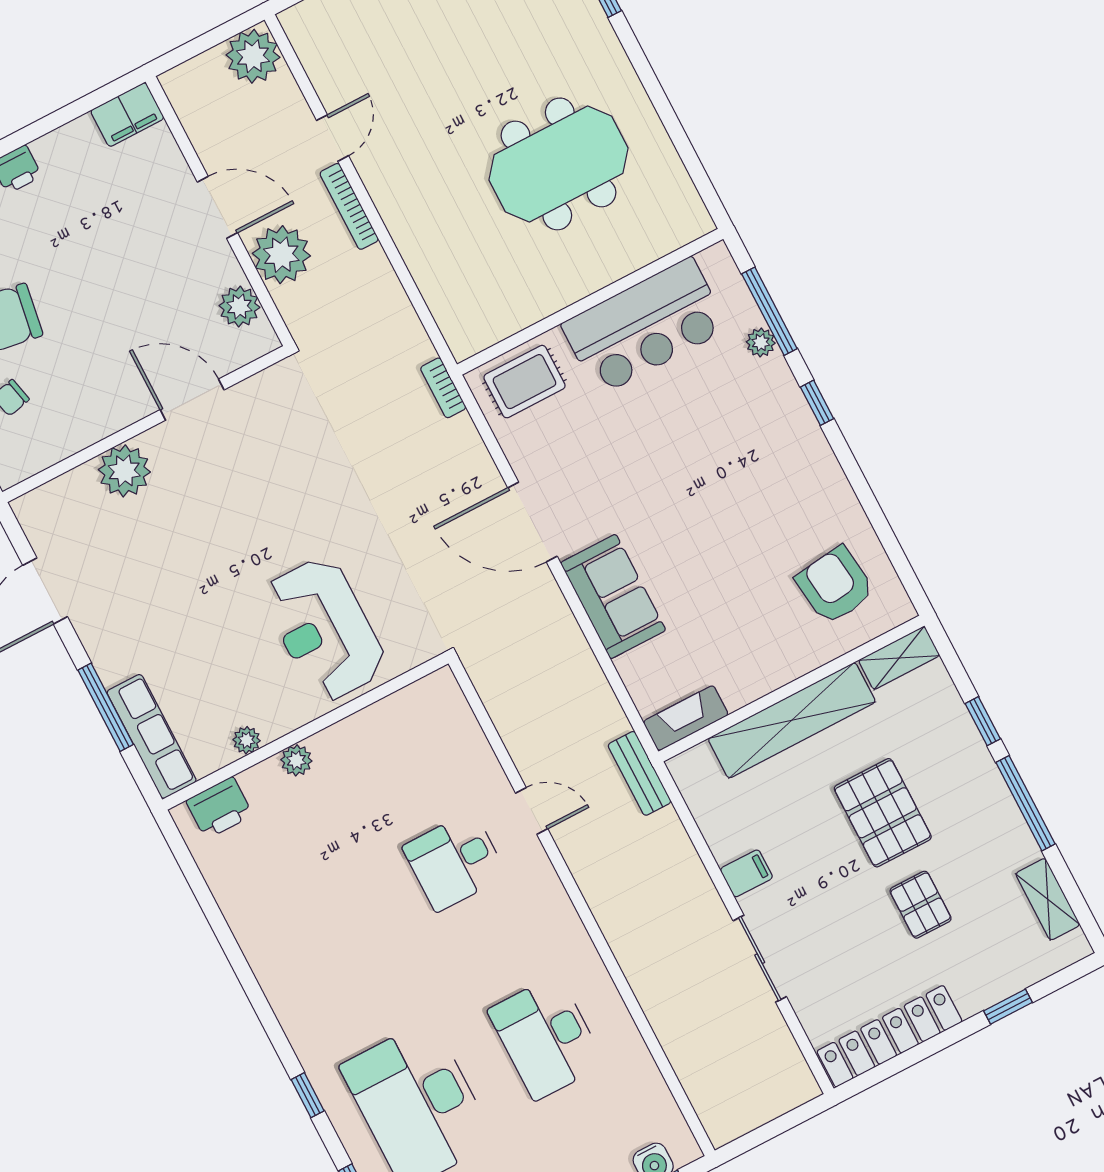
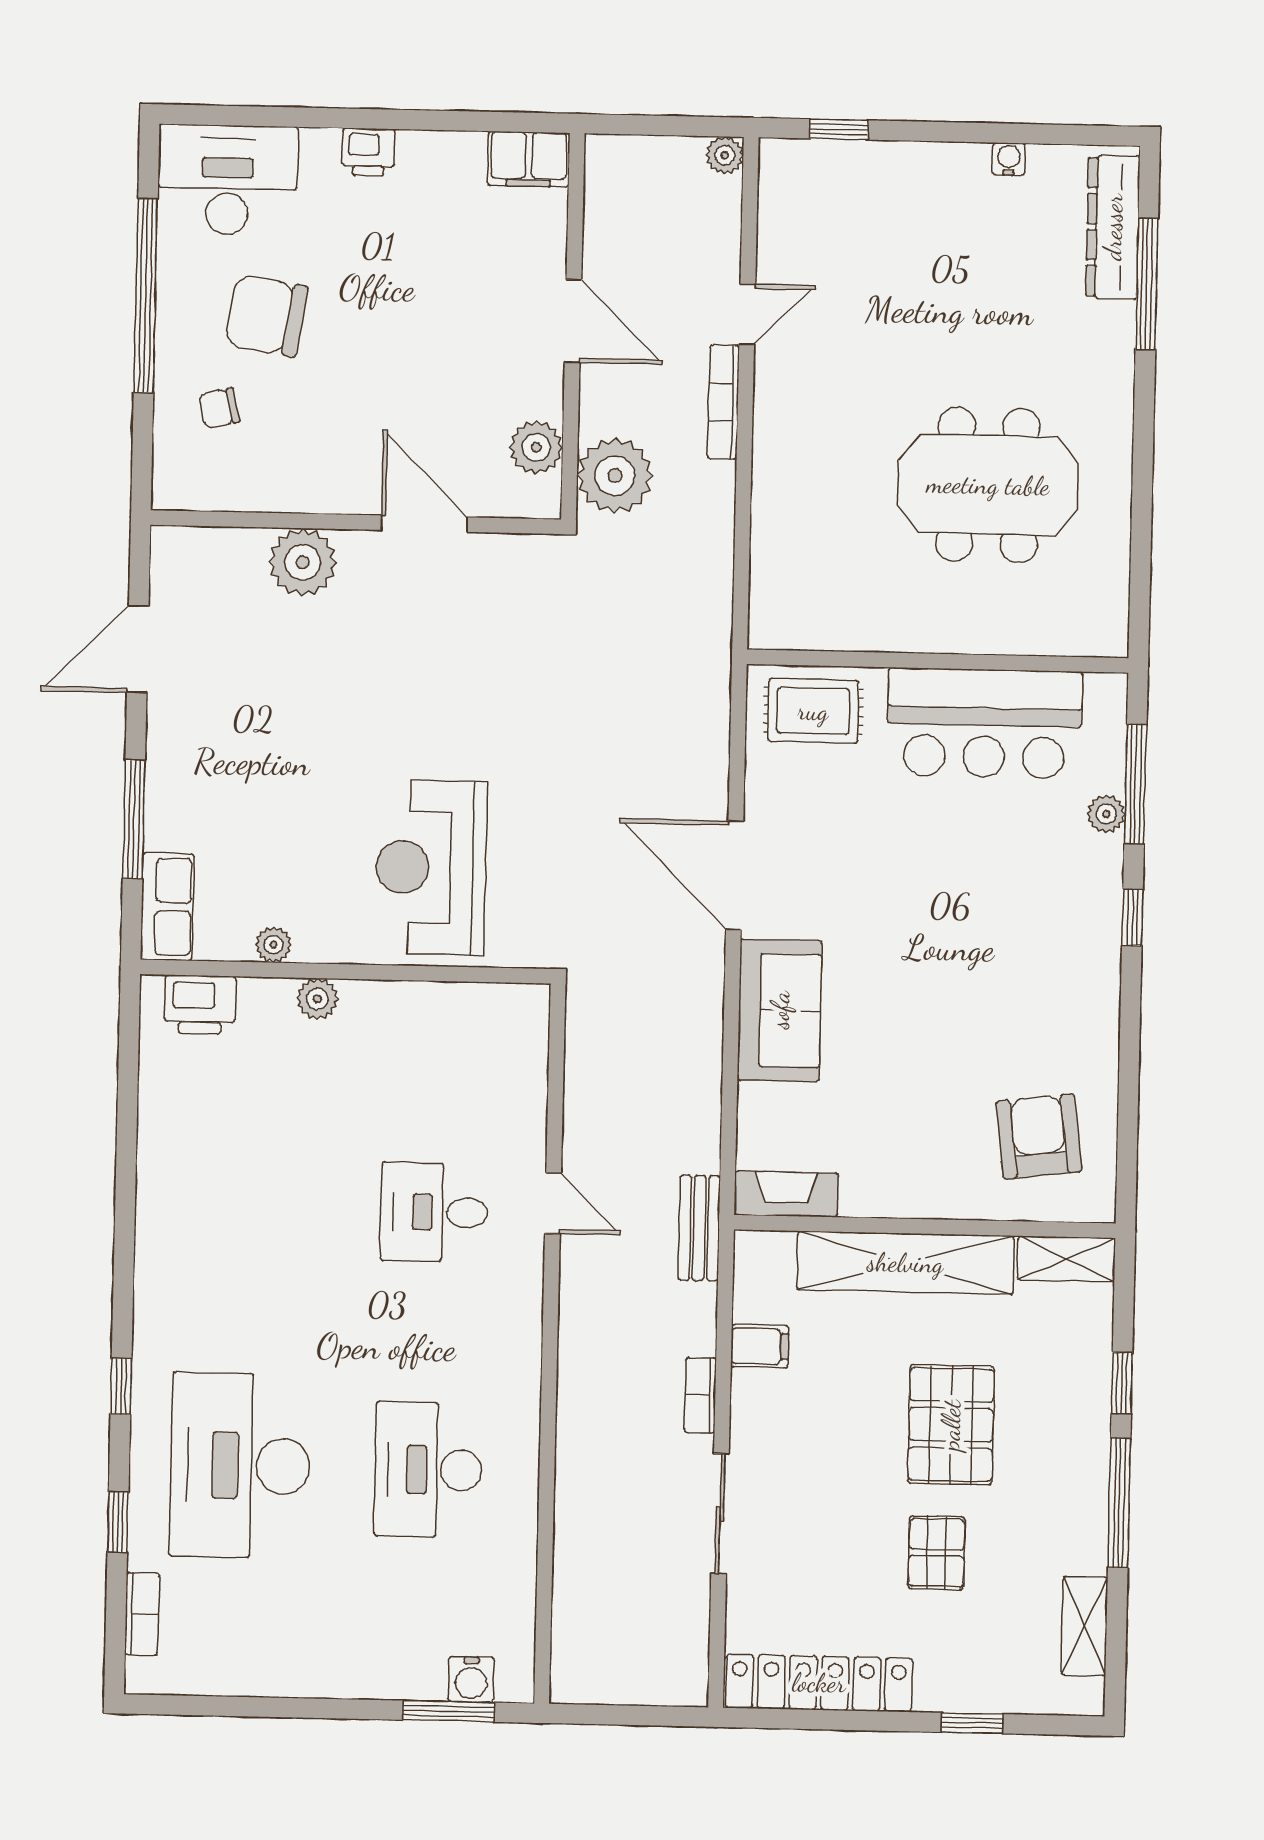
plant: (253, 56) -> (725, 155), width x0.53, depth x0.53
plant: (281, 255) -> (615, 476), moved
bookcase: (443, 388) -> (700, 1395), moved
row of seats: (152, 736) -> (167, 907), width x0.68
filing cabinet: (746, 873) -> (760, 1346), moved

